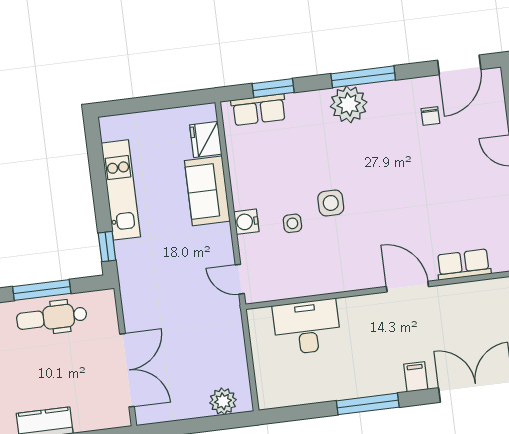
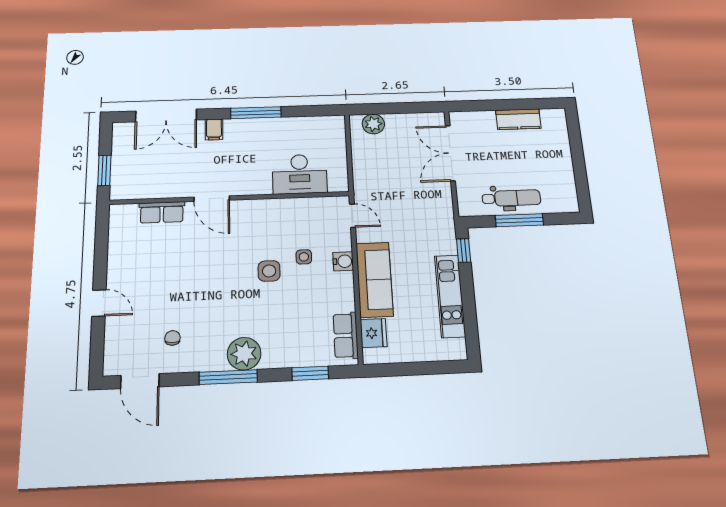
door: (459, 65) -> (140, 381), swing flipped
row of seats: (259, 110) -> (346, 335), moved, turned -90
sofa: (207, 191) -> (375, 280), width x1.36

